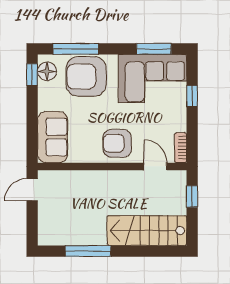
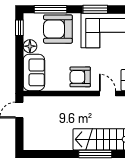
window: (154, 49) -> (95, 9), moved
floor lamp: (47, 71) -> (30, 46), moved
window: (88, 251) -> (95, 154), moved

